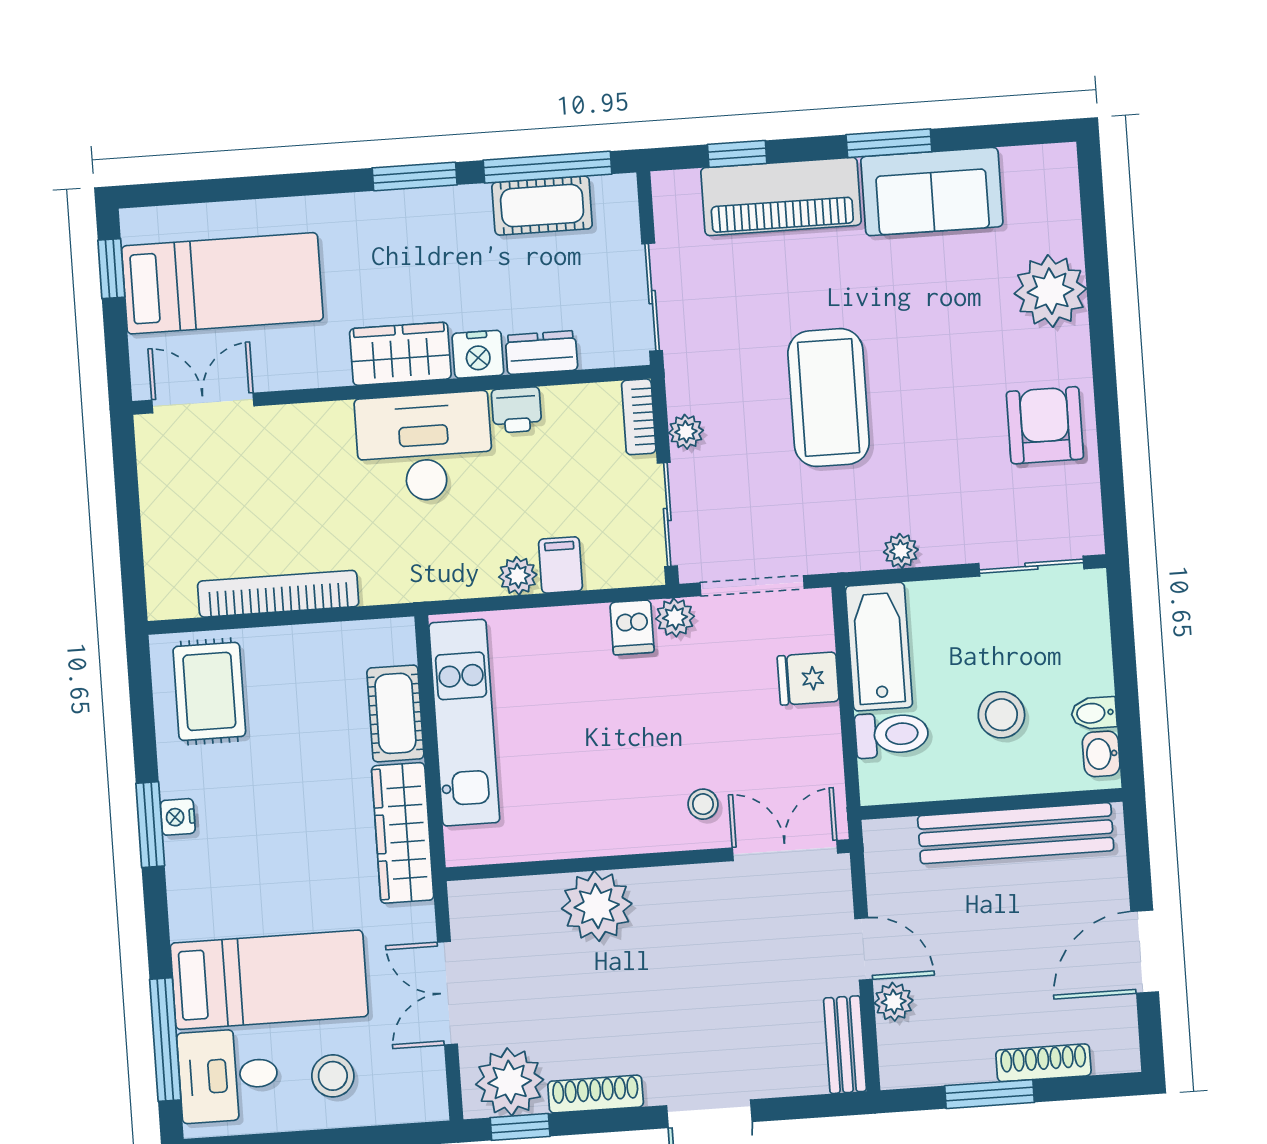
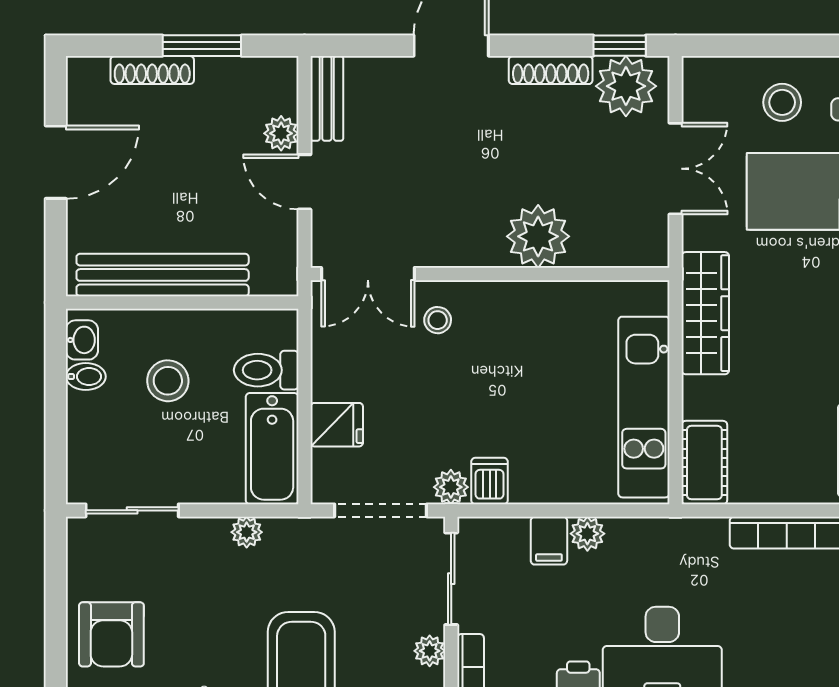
cot: (395, 713) -> (704, 463), moved

